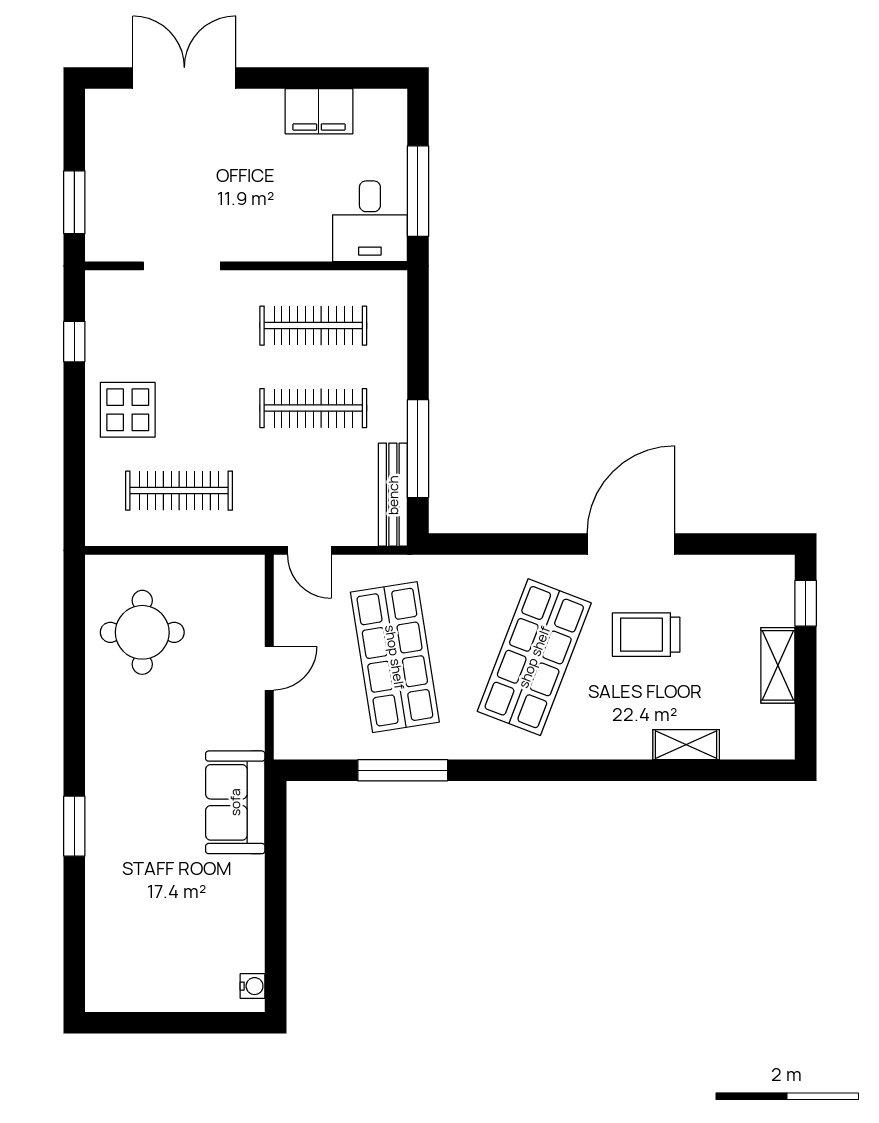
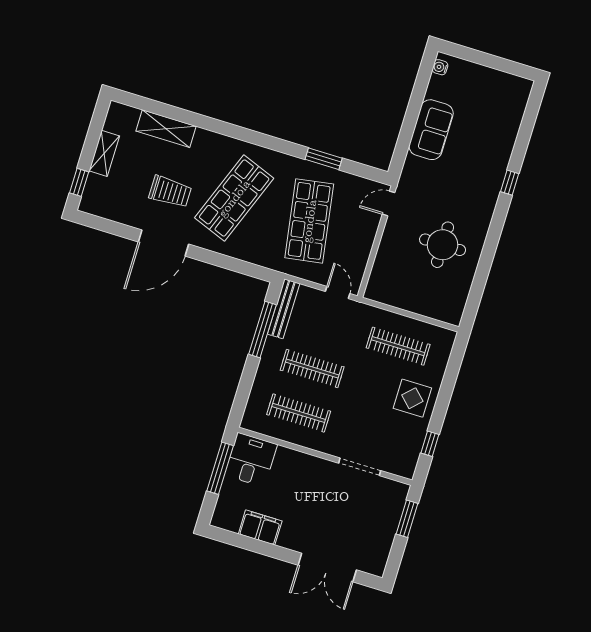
round table: (142, 632) -> (443, 245), moved
door: (269, 668) -> (389, 203), moved
shelving: (686, 745) -> (166, 129), width x1.50, depth x1.33
window: (403, 770) -> (324, 159), width x0.69
sofa: (235, 802) -> (431, 130), moved
window: (74, 826) -> (510, 183), width x0.67

